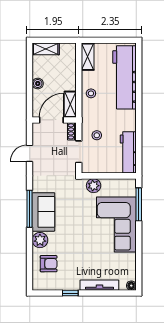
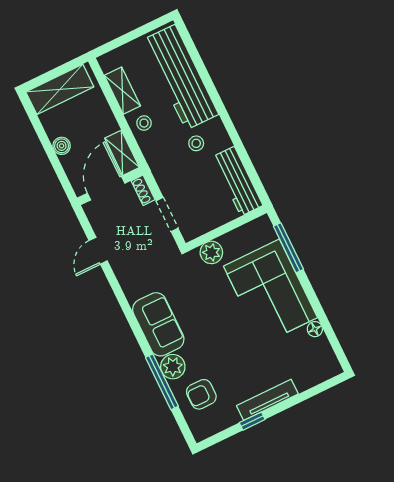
shelving: (46, 49) -> (60, 89), width x1.50, depth x1.33
shelving: (88, 57) -> (122, 91), moved
stool: (97, 135) -> (196, 143), moved
window: (30, 209) -> (162, 382), moved
armchair: (49, 264) -> (201, 394), turned 180
tv unit: (99, 285) -> (267, 400), moved
floor lamp: (131, 286) -> (315, 329), moved

